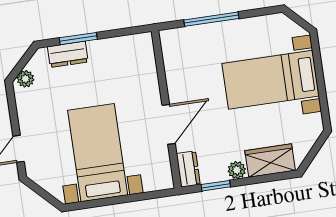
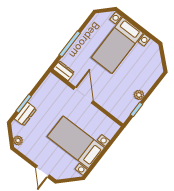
door: (169, 124) -> (83, 95), moved
wardrobe: (270, 161) -> (149, 78), removed
dresser: (188, 169) -> (64, 71), moved

